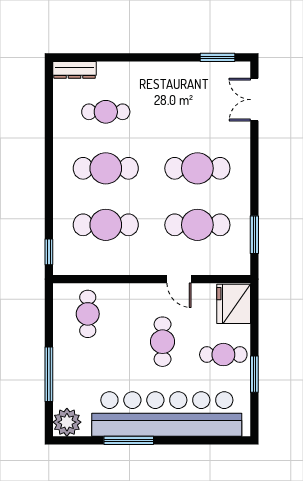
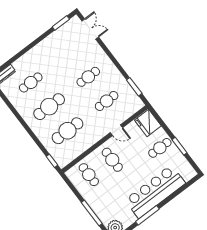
double door: (254, 100) -> (90, 29), swing flipped
cafe table: (197, 168) -> (88, 77), width x0.73, depth x0.74
cafe table: (197, 225) -> (107, 101), width x0.73, depth x0.74
cafe table: (163, 342) -> (112, 160), moved
bar counter: (167, 414) -> (155, 192), width x0.73

